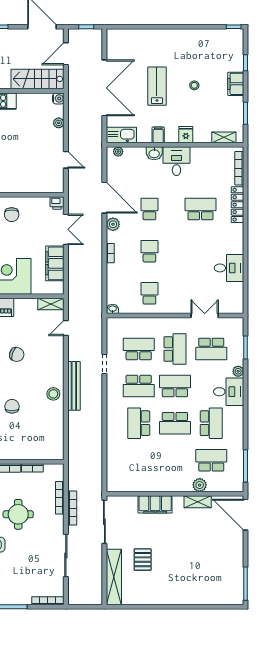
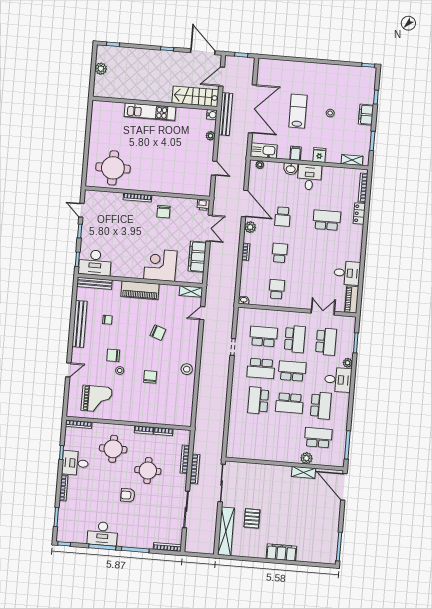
locker: (237, 205) -> (359, 214), width x0.66
school desk: (149, 209) -> (283, 217), turned 180
piano: (237, 298) -> (352, 299), added
school desk: (211, 349) -> (326, 342), turned -90
bench: (74, 386) -> (226, 114), moved
filing cabinet: (155, 504) -> (281, 552), moved, turned 180

